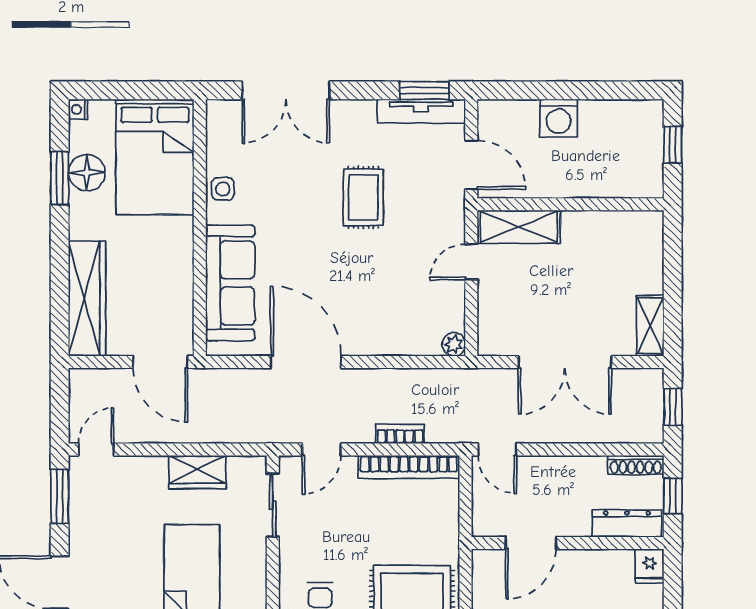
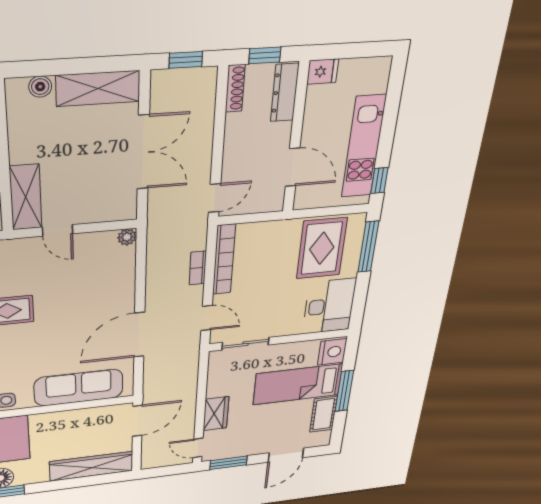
boiler: (652, 248) -> (40, 87), added
shelving: (650, 326) -> (98, 88), width x1.50, depth x1.33
wardrobe: (197, 472) -> (216, 414), moved

